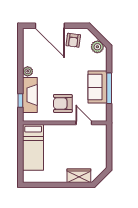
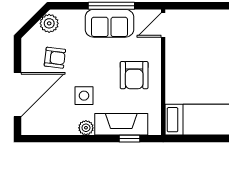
armchair: (73, 40) -> (55, 58), moved
side table: (49, 70) -> (84, 96), added
door: (84, 123) -> (163, 25), moved

